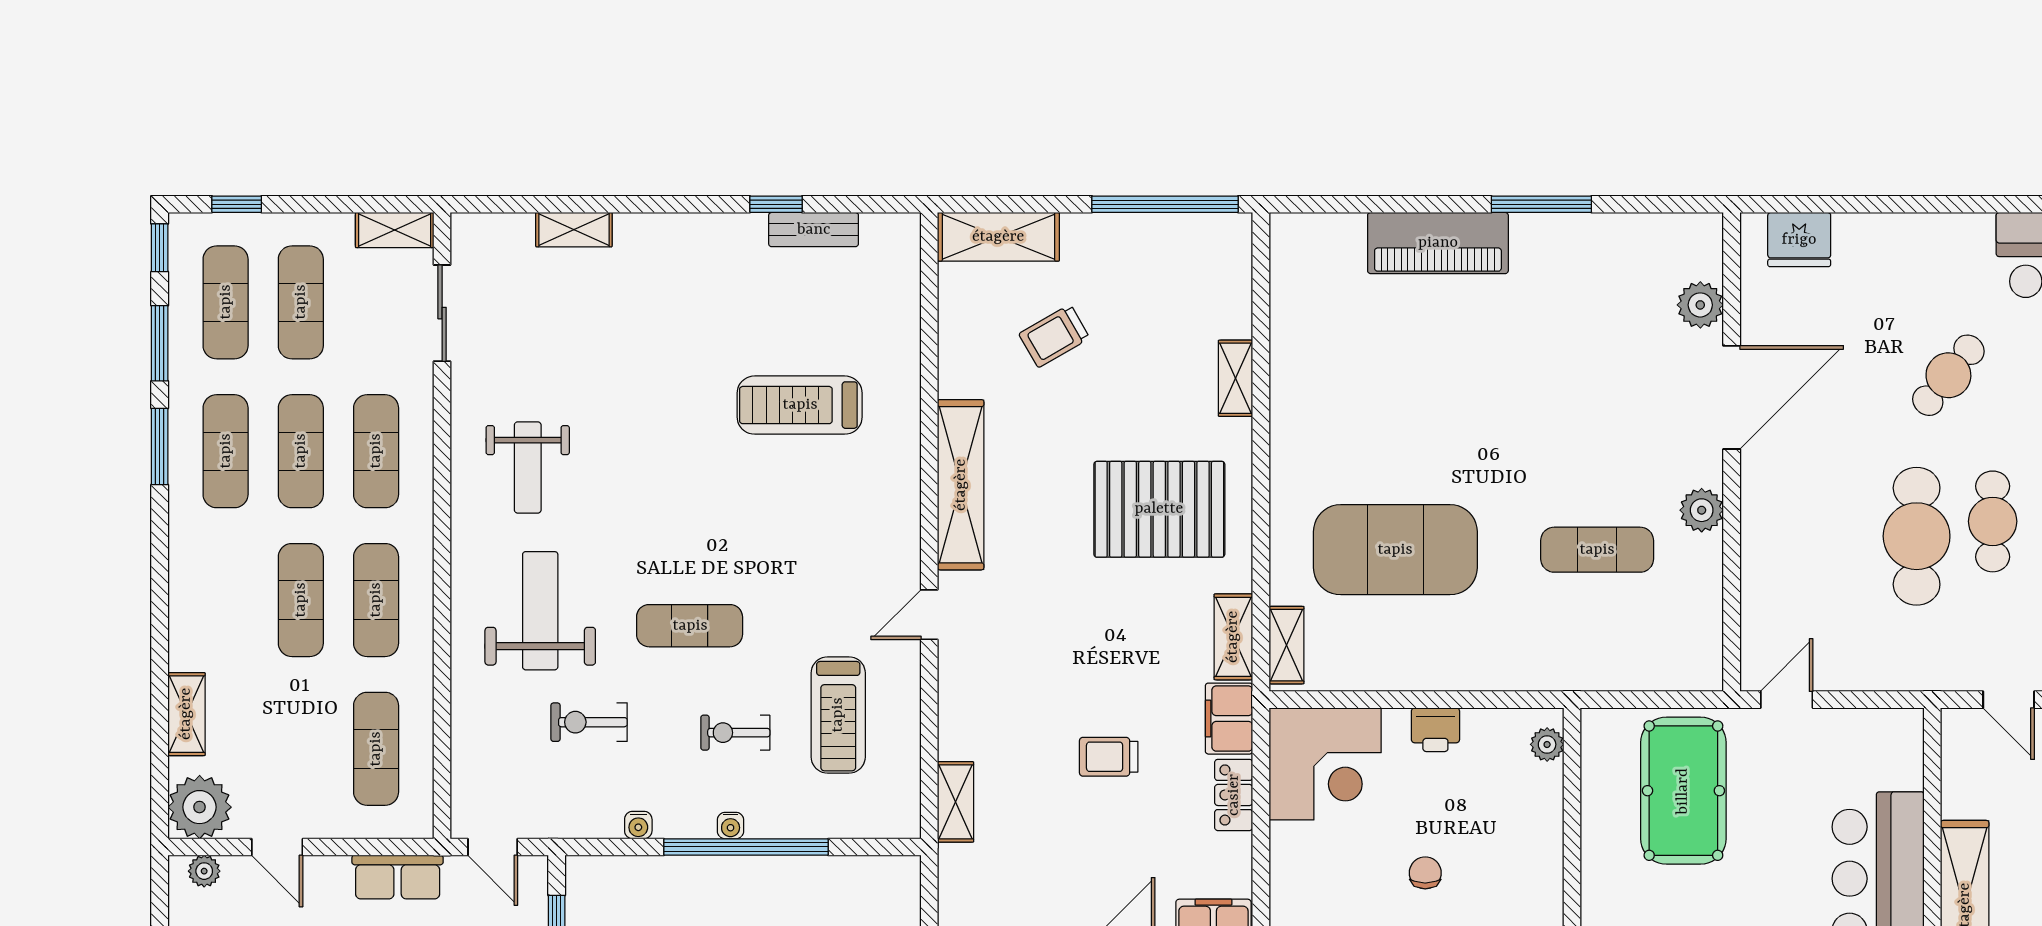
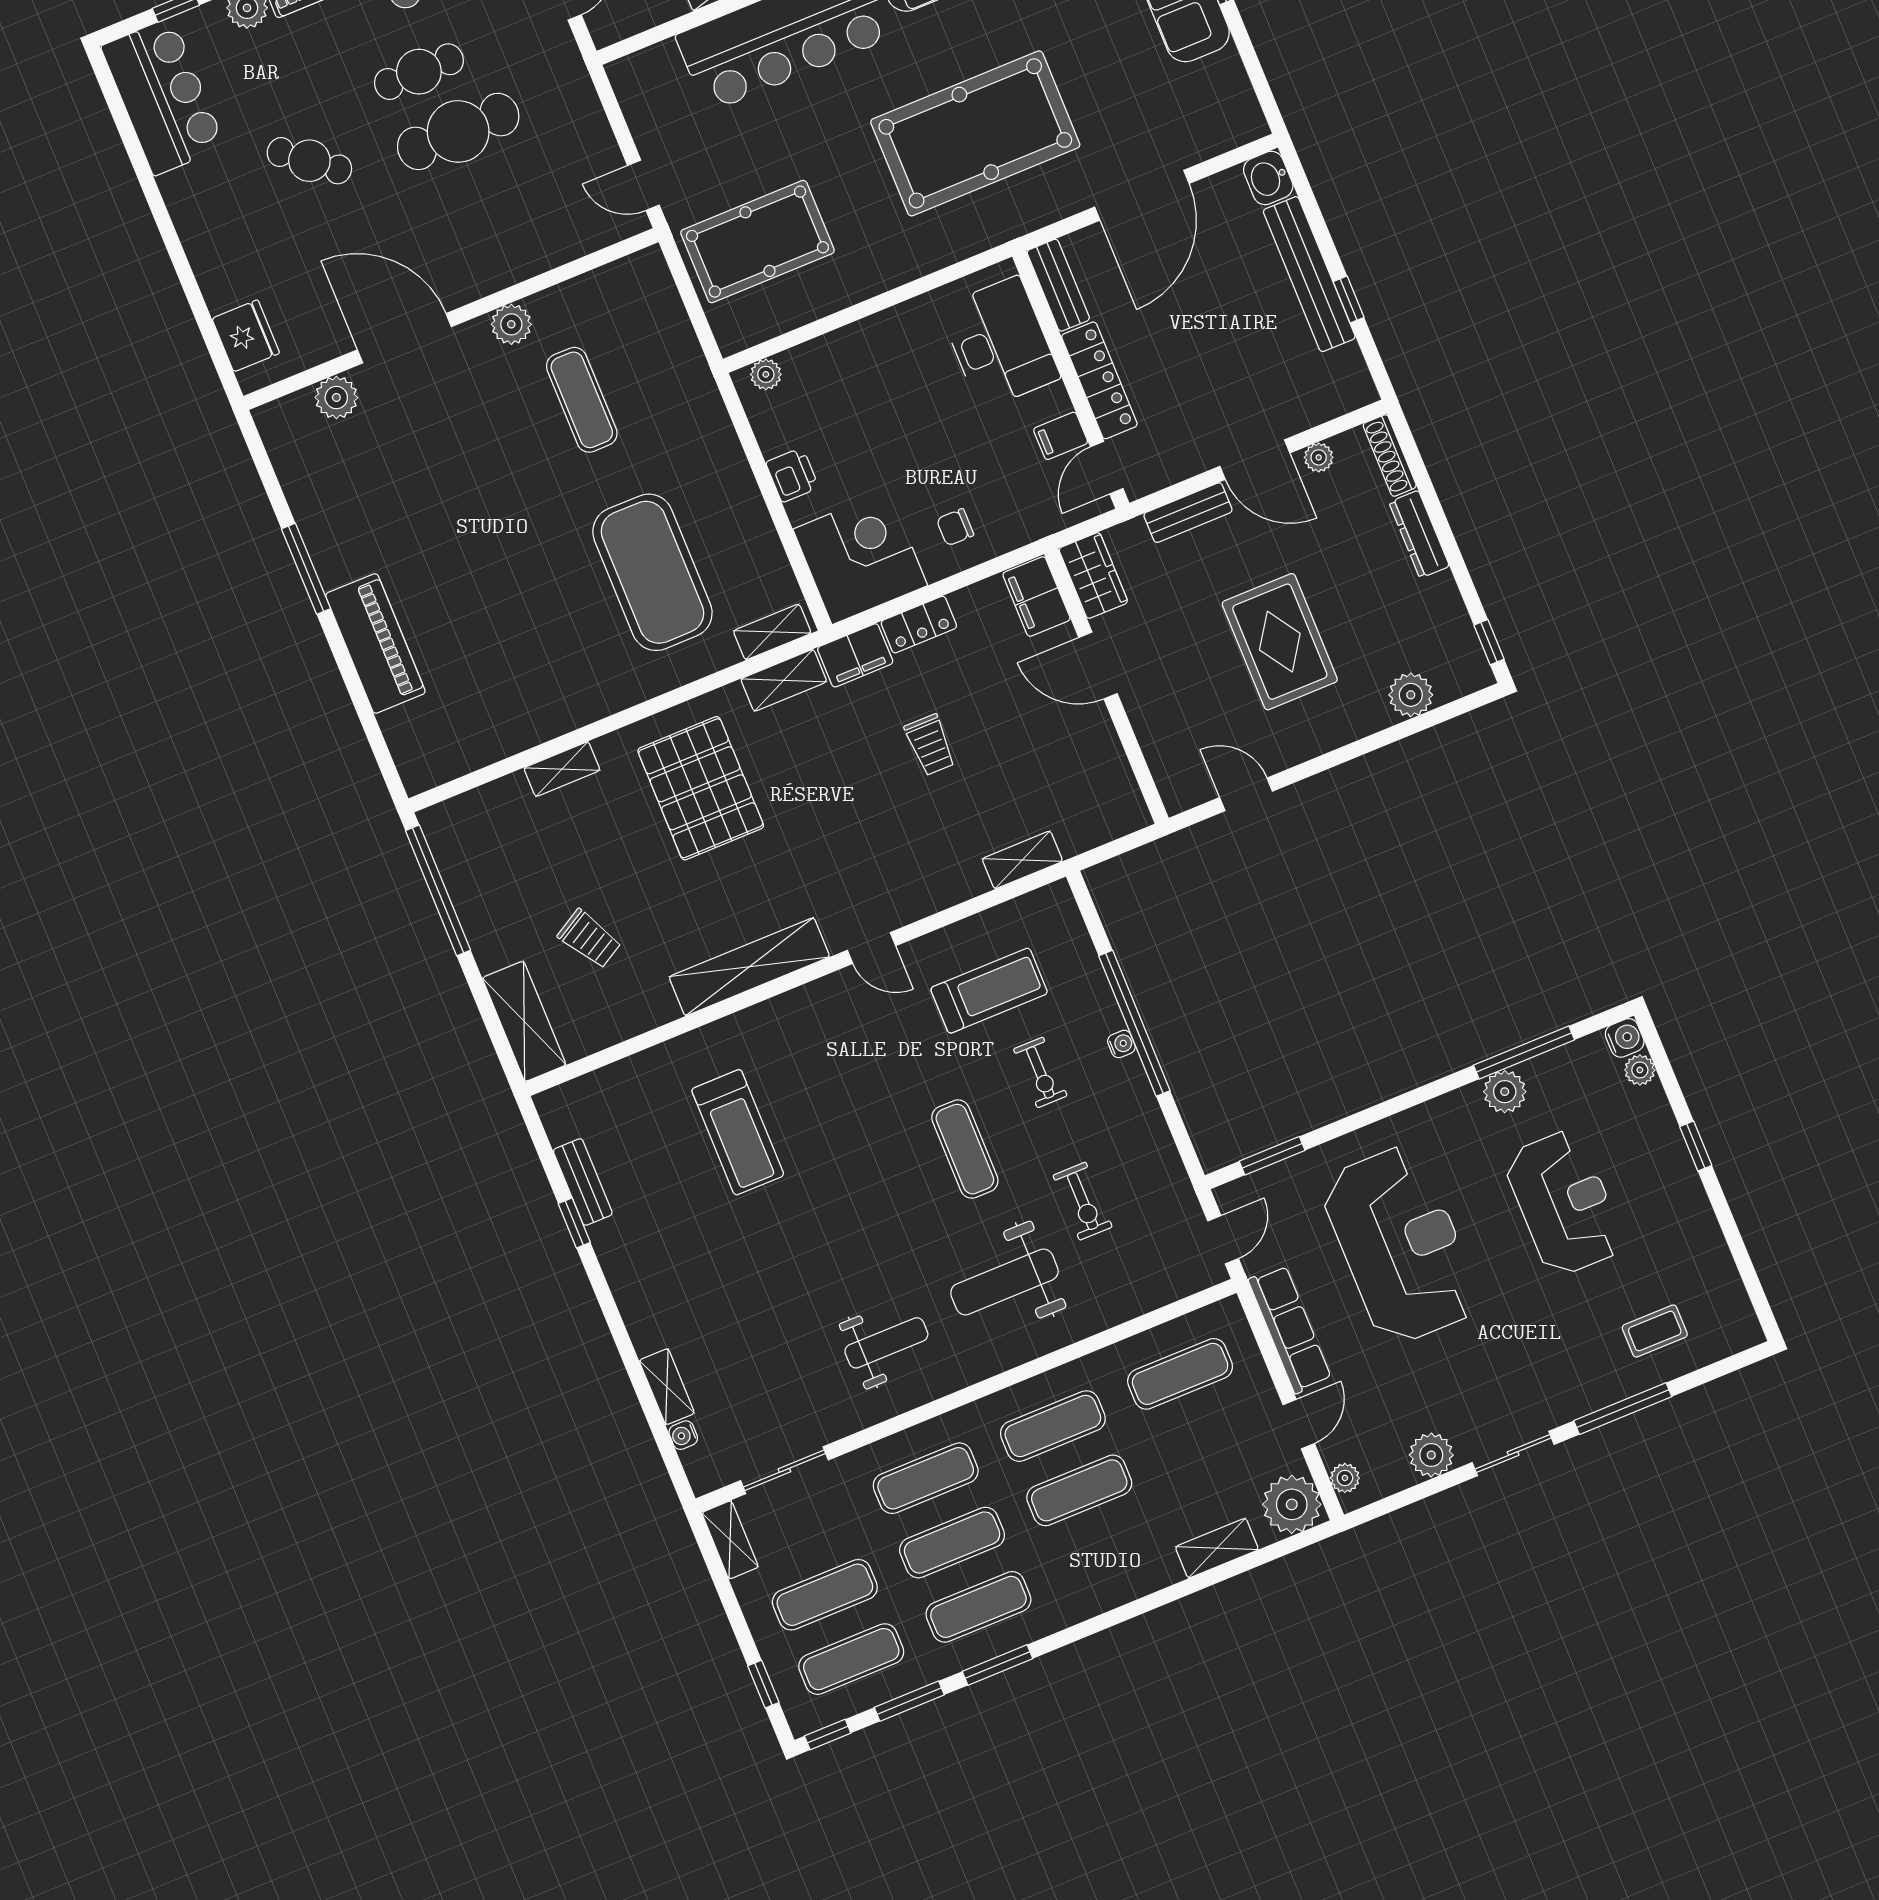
water cooler: (638, 825) -> (683, 1435), moved, turned 180
chair: (1425, 873) -> (955, 527), moved
row of seats: (398, 877) -> (1290, 1329), width x1.48

